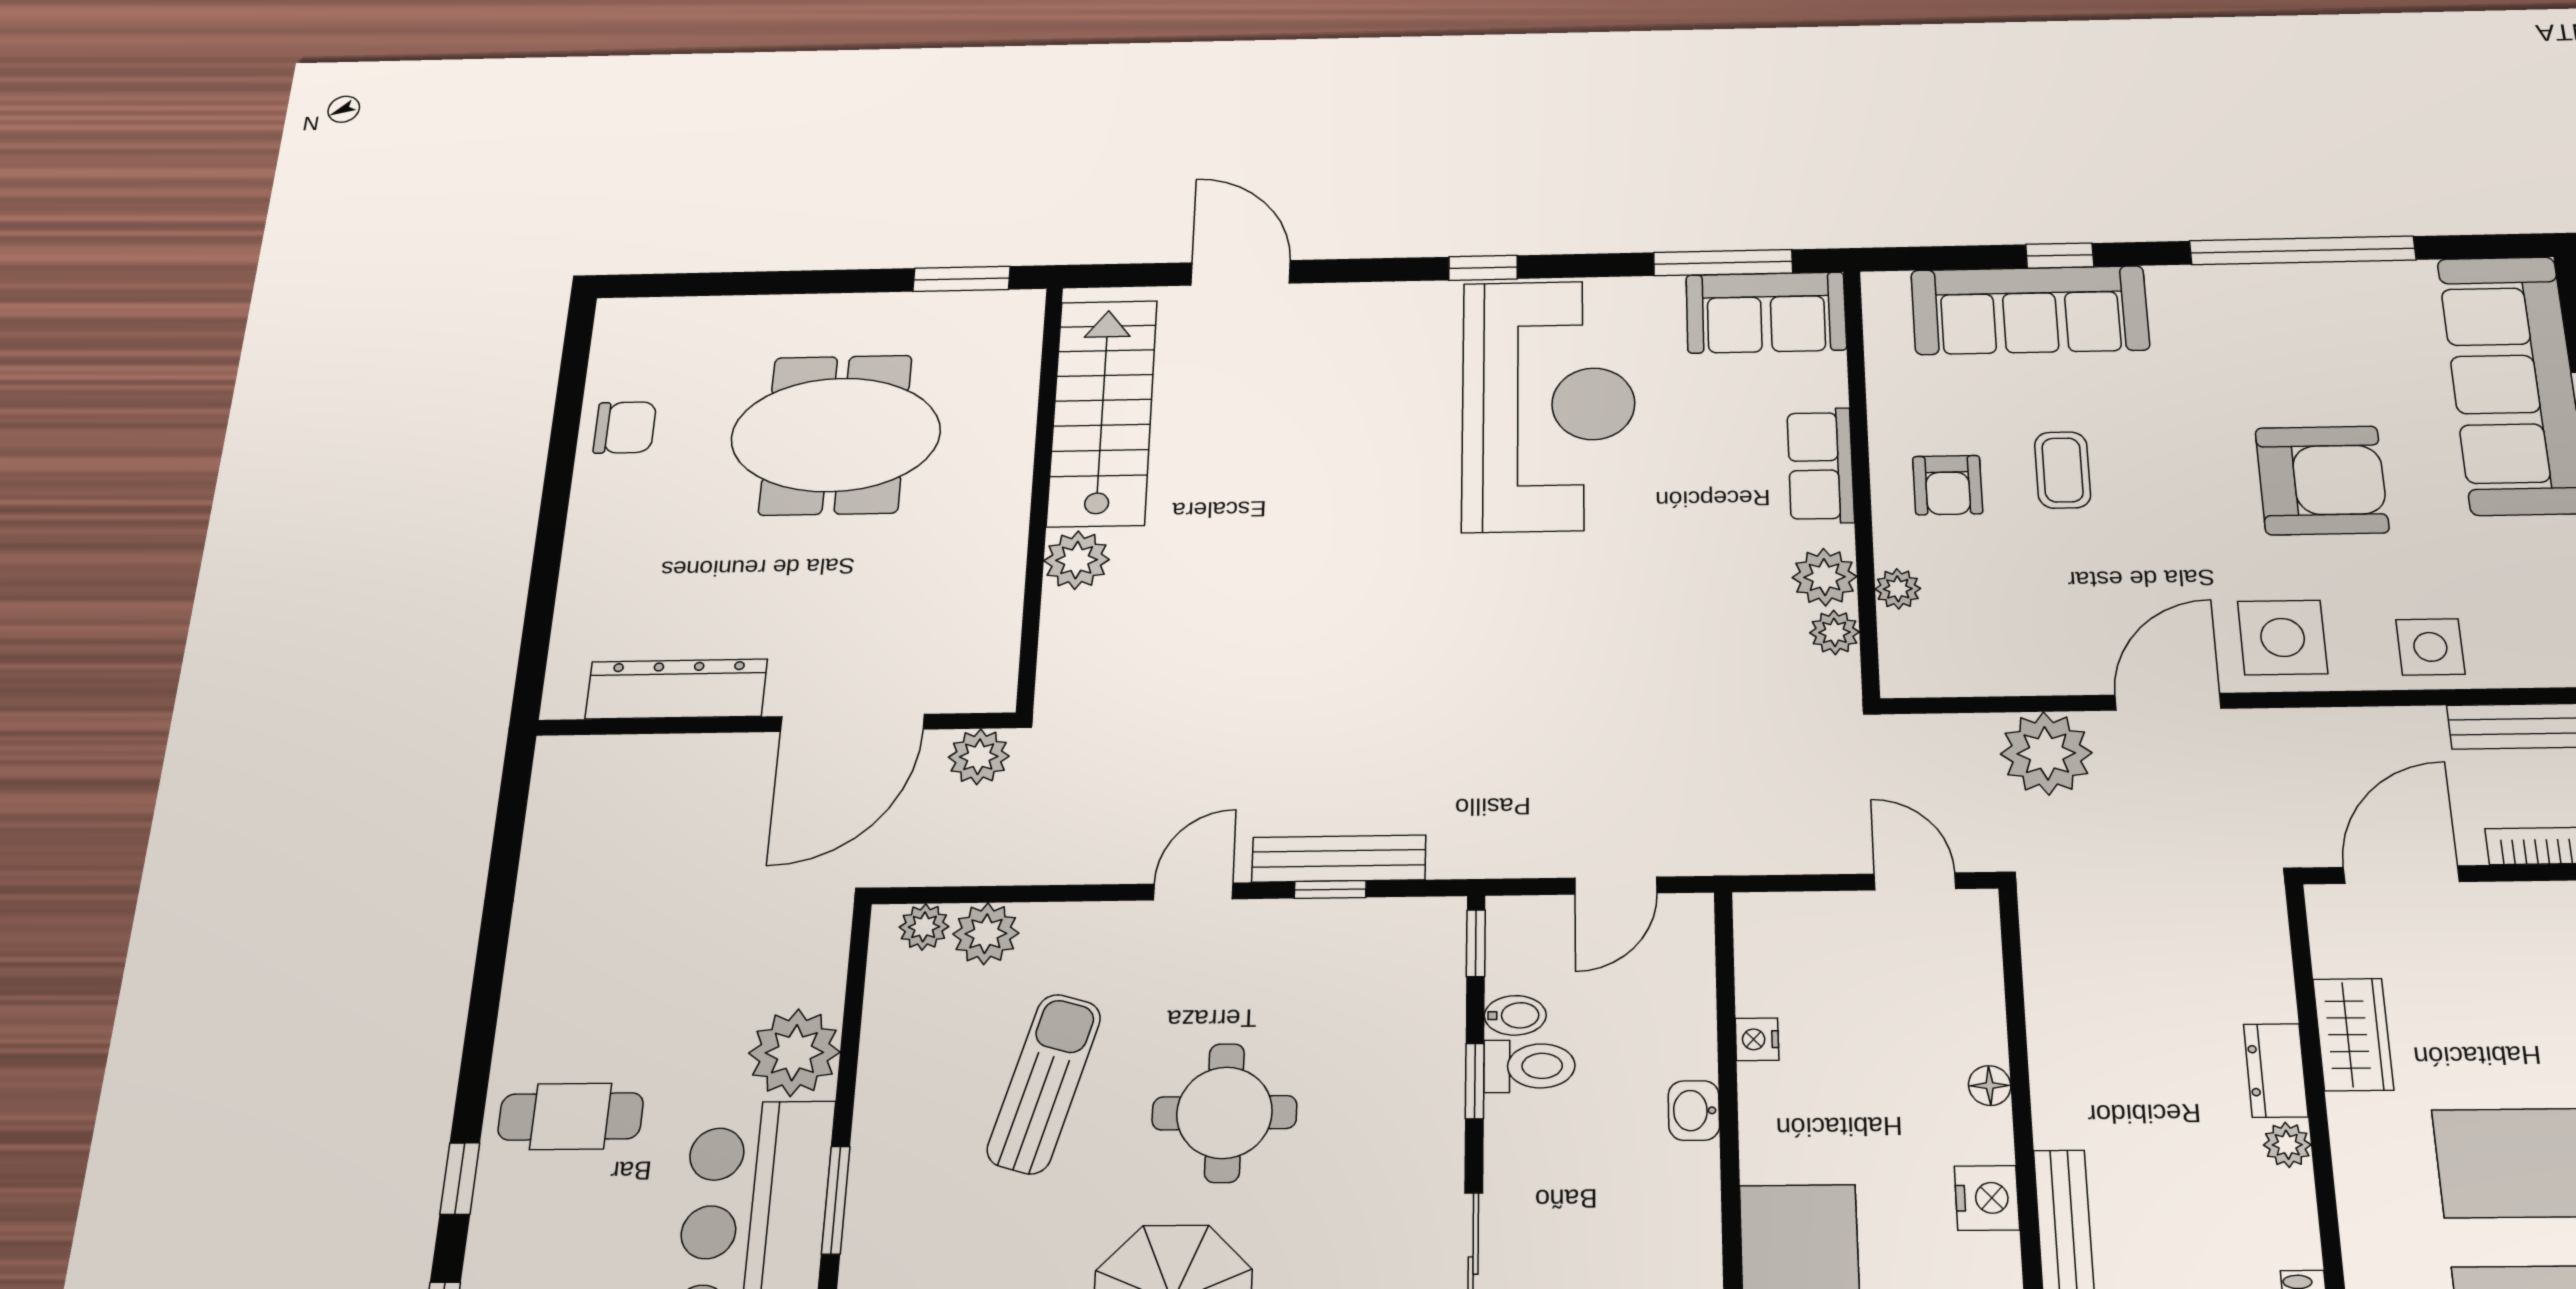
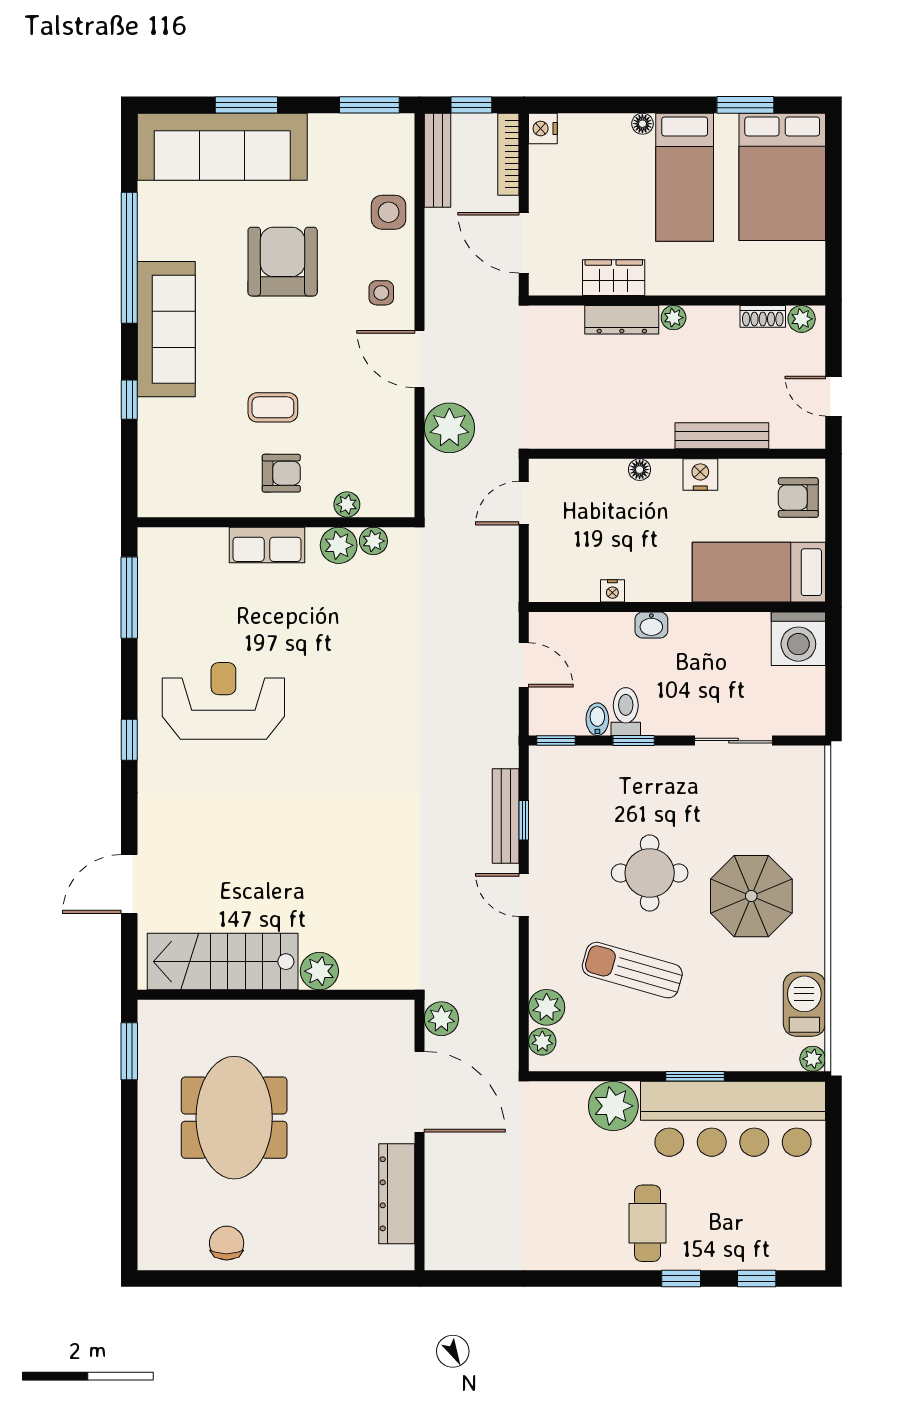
sofa: (2030, 310) -> (166, 329), moved
sofa: (1766, 313) -> (164, 573), removed
reception desk: (1549, 405) -> (223, 701), width x0.74, depth x0.77
side table: (2283, 637) -> (381, 293), width x0.54, depth x0.54
dresser: (2276, 1070) -> (622, 320), width x1.44

